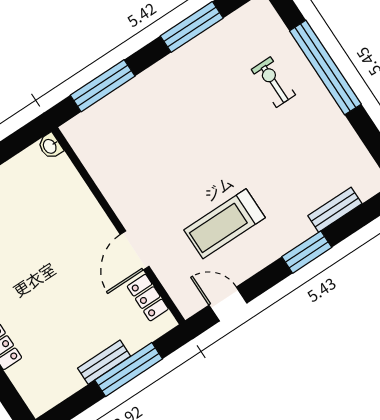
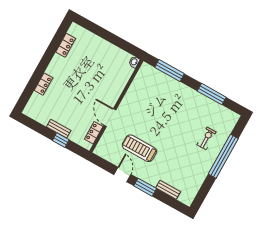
door: (135, 250) -> (110, 118), hinge flipped
door: (228, 304) -> (122, 175), moved
window: (129, 370) -> (61, 140), width x0.46

